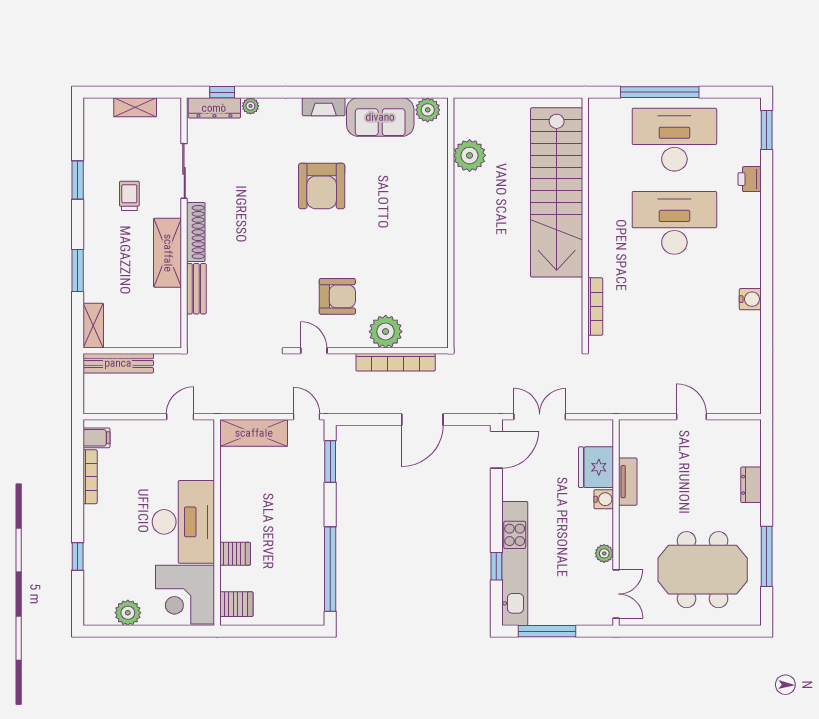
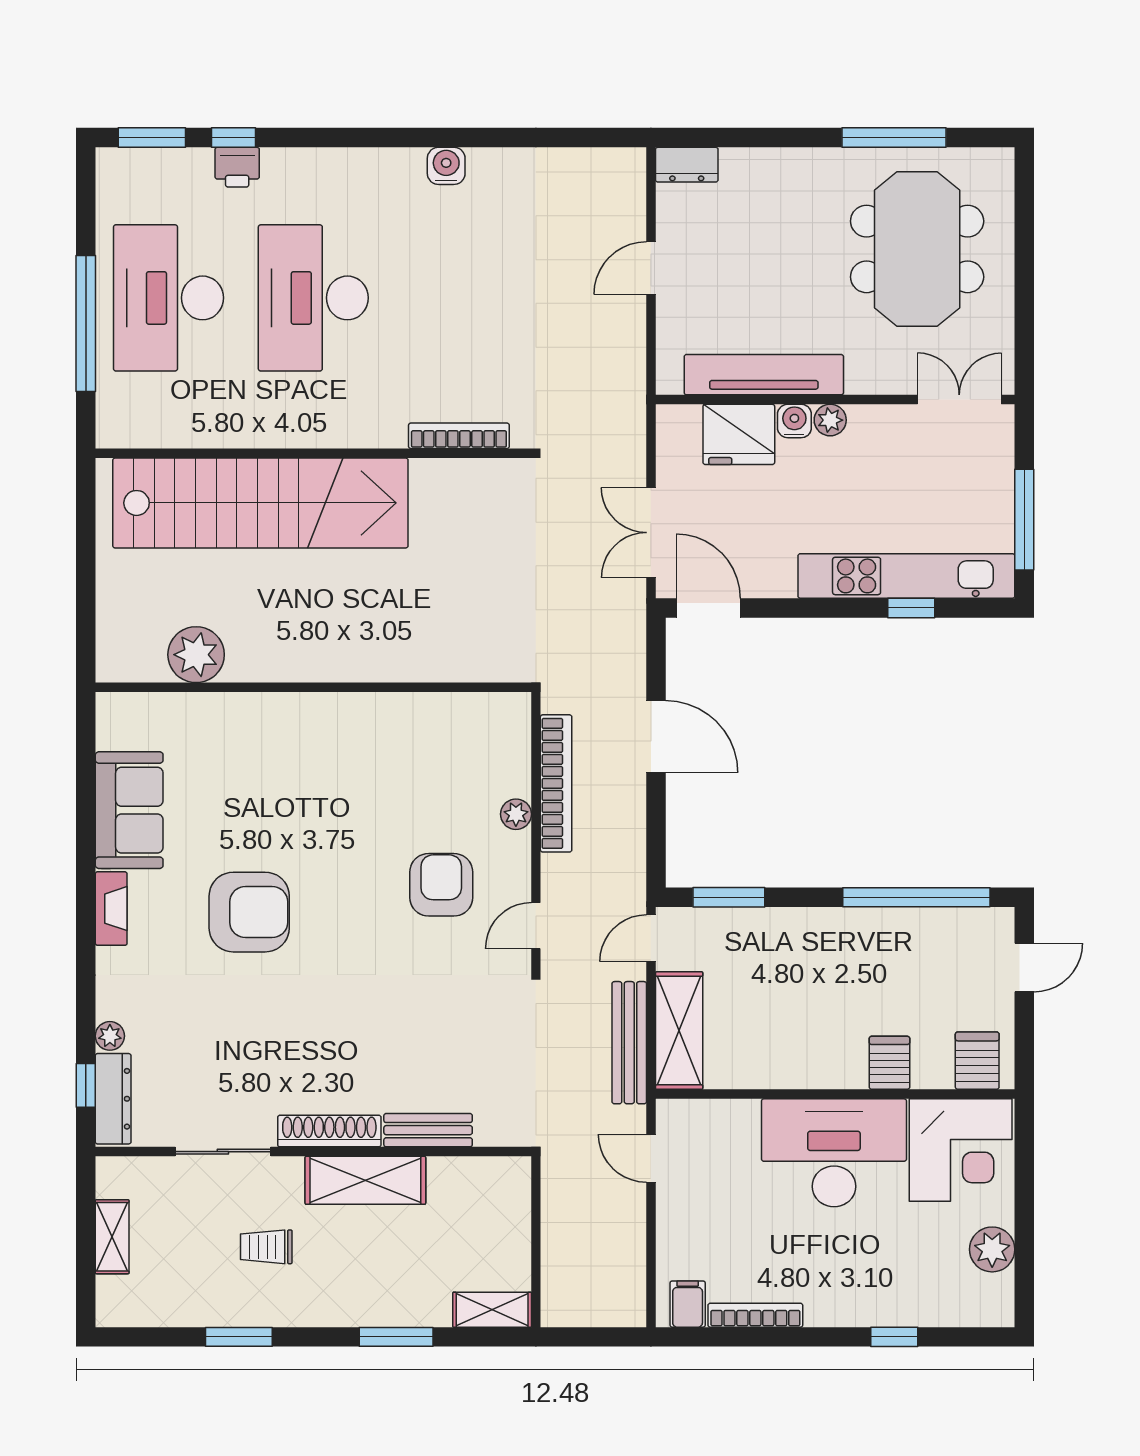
plant: (428, 110) -> (117, 727), removed
window: (767, 177) -> (234, 138), added
plant: (386, 332) -> (516, 814), width x0.53, depth x0.53
bench: (118, 363) -> (629, 1043), moved
tv unit: (628, 482) -> (764, 375), width x1.92, depth x1.29
dresser: (751, 485) -> (687, 165), moved
plant: (604, 553) -> (830, 420), moved
door: (290, 631) -> (1024, 967), added

